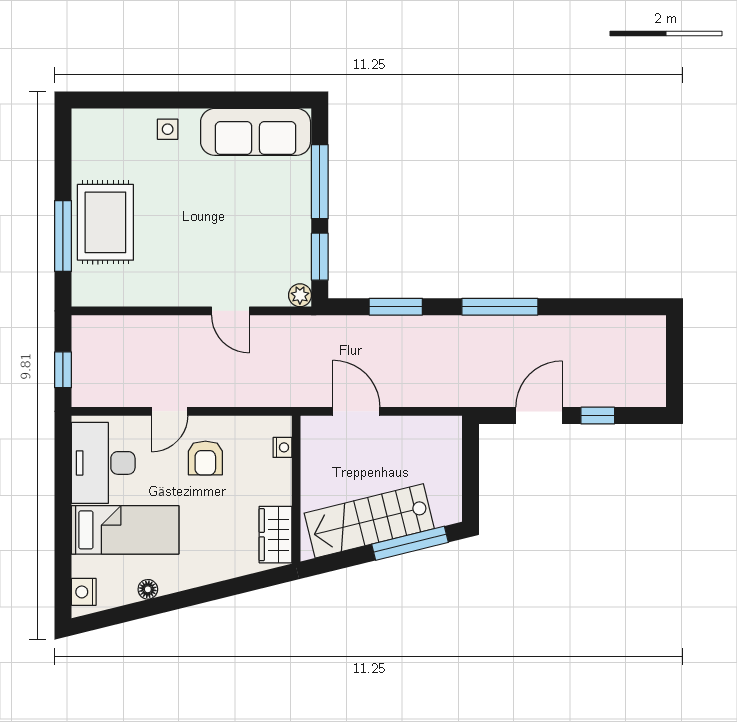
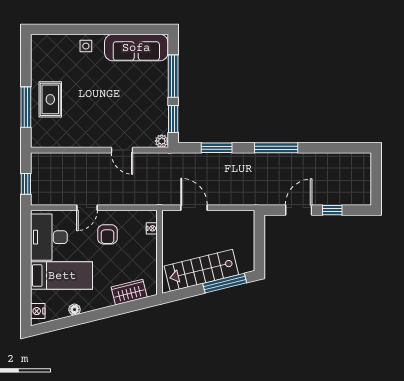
rug: (105, 222) -> (50, 99), width x0.73, depth x0.70
wardrobe: (276, 535) -> (129, 292), moved, turned 76

